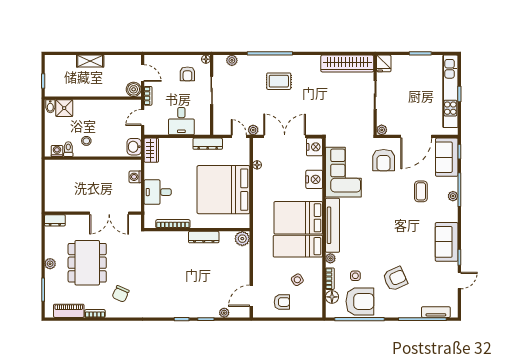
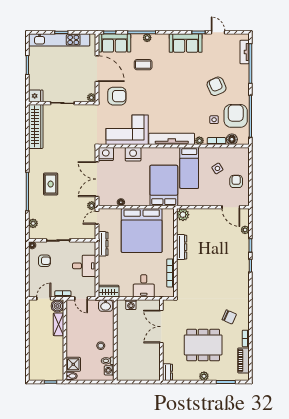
shelving: (90, 61) -> (58, 324), moved
double door: (109, 213) -> (161, 327), swing flipped
bed: (298, 218) -> (164, 186), moved, turned 180

